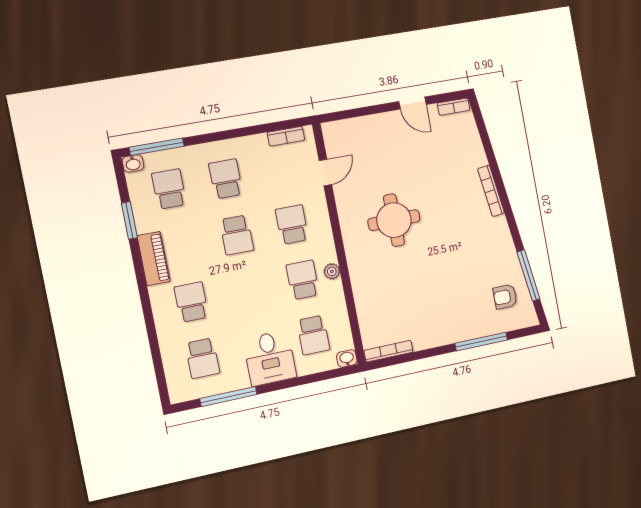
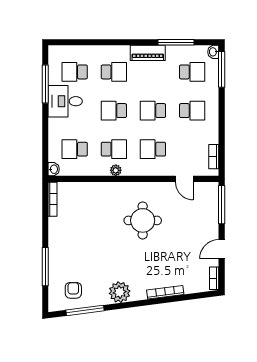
window: (351, 113) -> (222, 205), added
bookcase: (491, 191) -> (165, 292), moved
window: (129, 220) -> (176, 42), width x1.44
school desk: (292, 225) -> (153, 149), turned 180
plant: (496, 233) -> (120, 292), added
school desk: (248, 291) -> (114, 111), added
desk: (270, 358) -> (65, 101), moved

